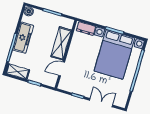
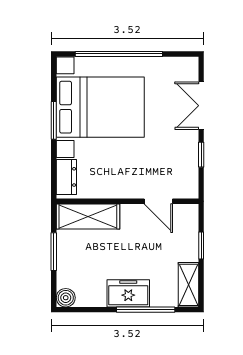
freezer: (23, 38) -> (128, 293), width x0.71
shelving: (61, 43) -> (88, 217), moved

